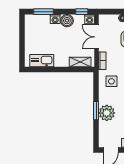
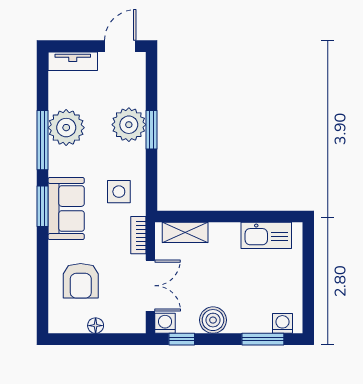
washing machine: (55, 19) -> (282, 323), moved

